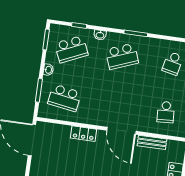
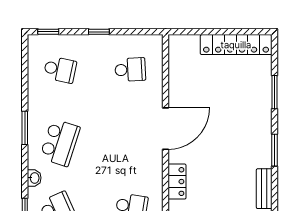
school desk: (122, 56) -> (60, 143), turned 39
bench: (152, 142) -> (176, 83), removed

